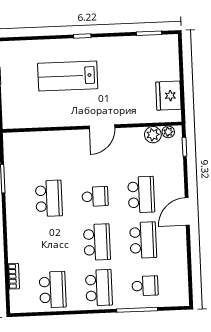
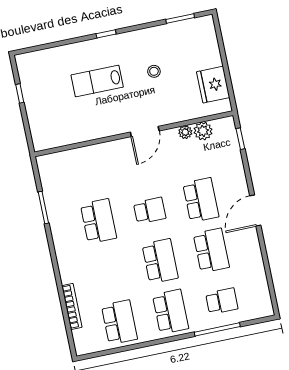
lab bench: (68, 76) -> (97, 81), width x0.73, depth x0.72
stool: (119, 76) -> (154, 71), added
plant: (168, 132) -> (185, 132), moved
bookcase: (14, 276) -> (72, 306), width x1.56

